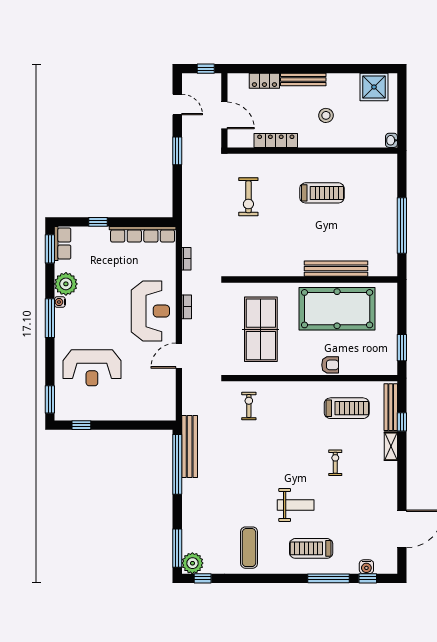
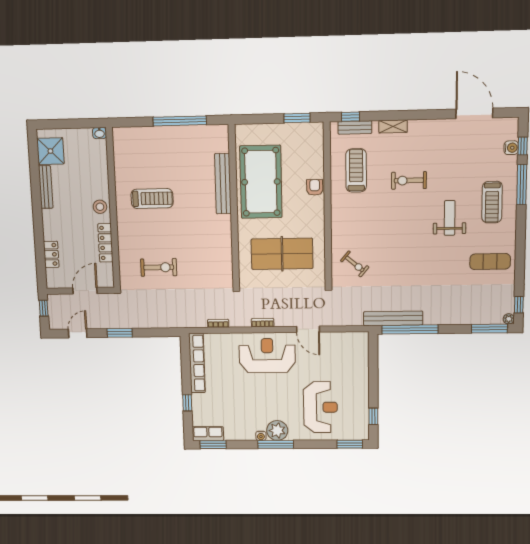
bench: (303, 80) -> (46, 187), moved
stool: (326, 115) -> (100, 207), moved
treadmill: (322, 193) -> (152, 199), turned 90
plant: (66, 284) -> (277, 430), moved
exercise bike: (249, 406) -> (355, 264), turned -140
bench: (391, 407) -> (355, 127), width x0.73
window: (402, 422) -> (351, 117), moved
exercise bike: (335, 463) -> (409, 180), width x1.38, depth x1.39
plant: (192, 563) -> (509, 319), width x0.53, depth x0.53

